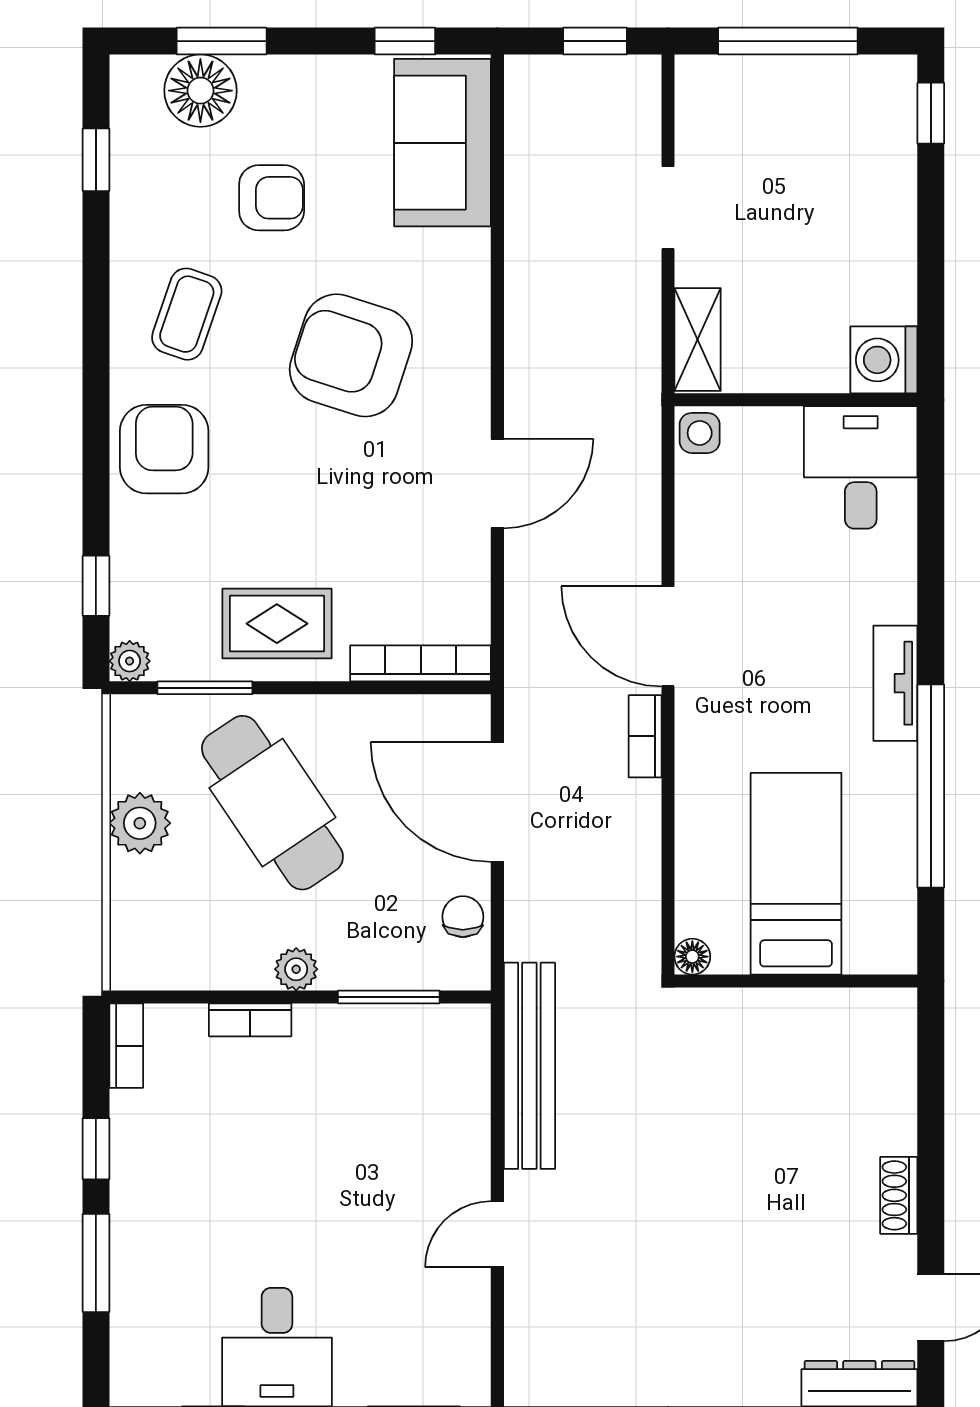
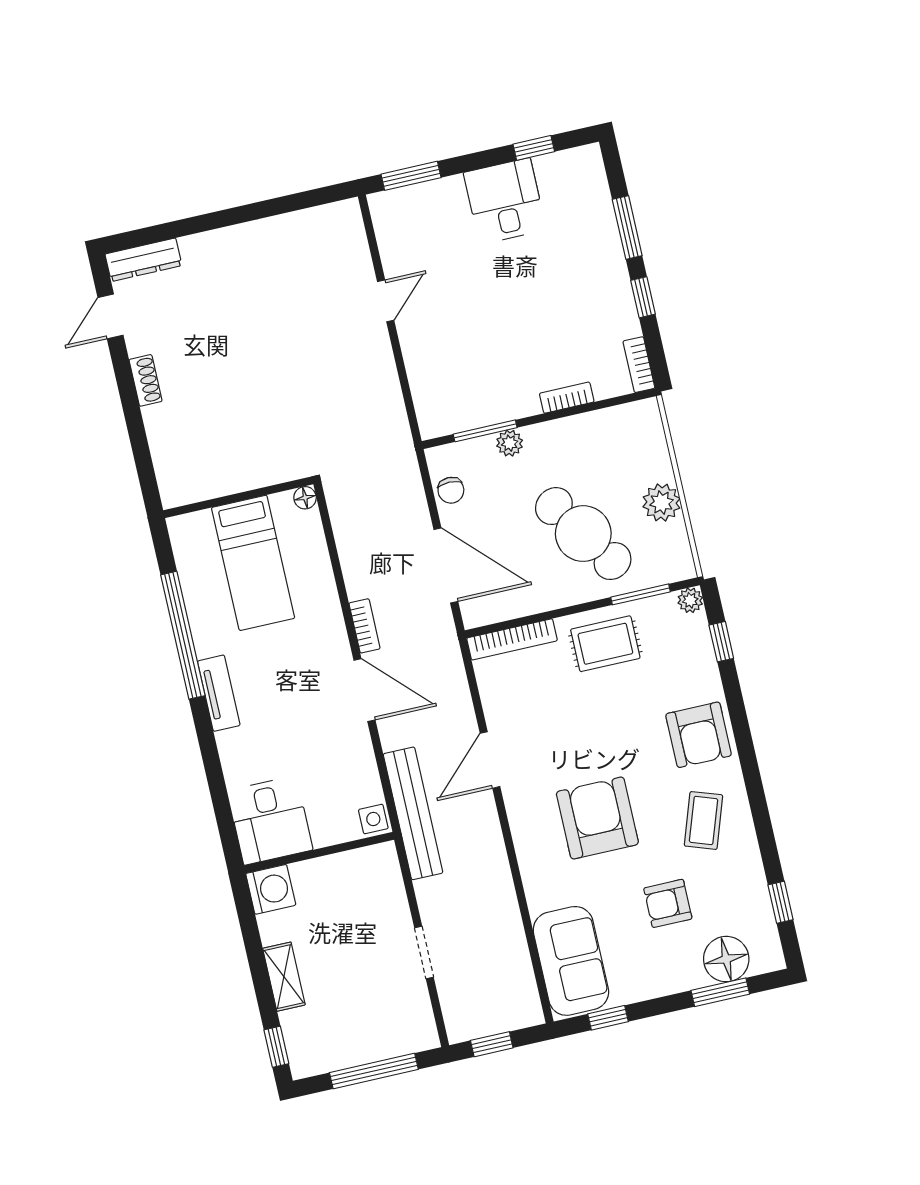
shelving: (698, 339) -> (284, 977), moved
armchair: (351, 355) -> (597, 818), turned -108
plant: (296, 969) -> (510, 443), moved
bench: (529, 1066) -> (413, 813), moved

